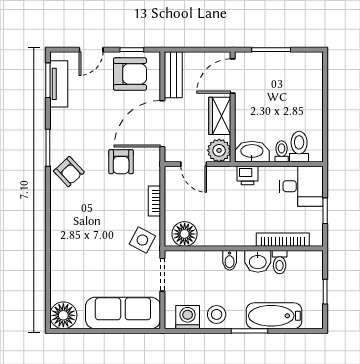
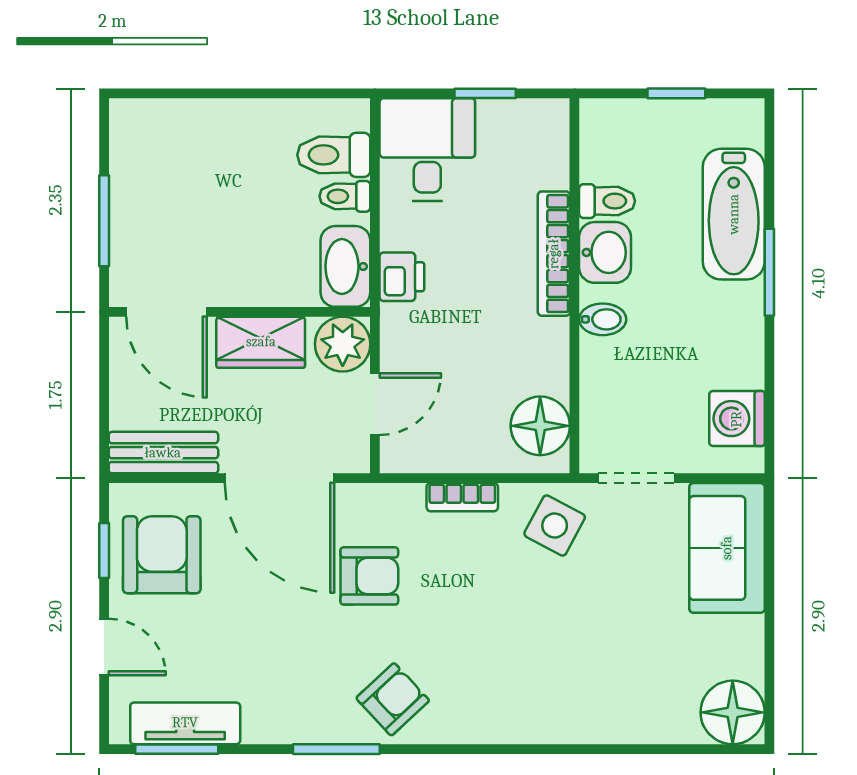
bookcase: (283, 240) -> (554, 254), moved
sofa: (123, 313) -> (727, 548), width x0.73
stool: (217, 314) -> (731, 350), removed

